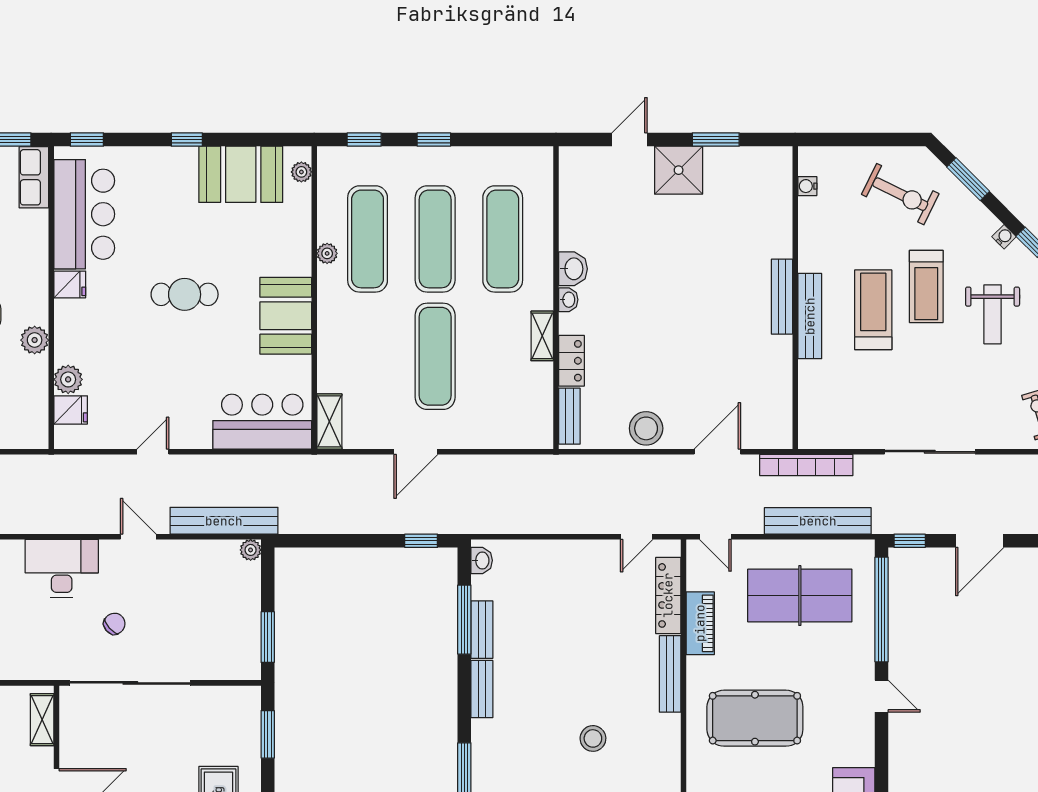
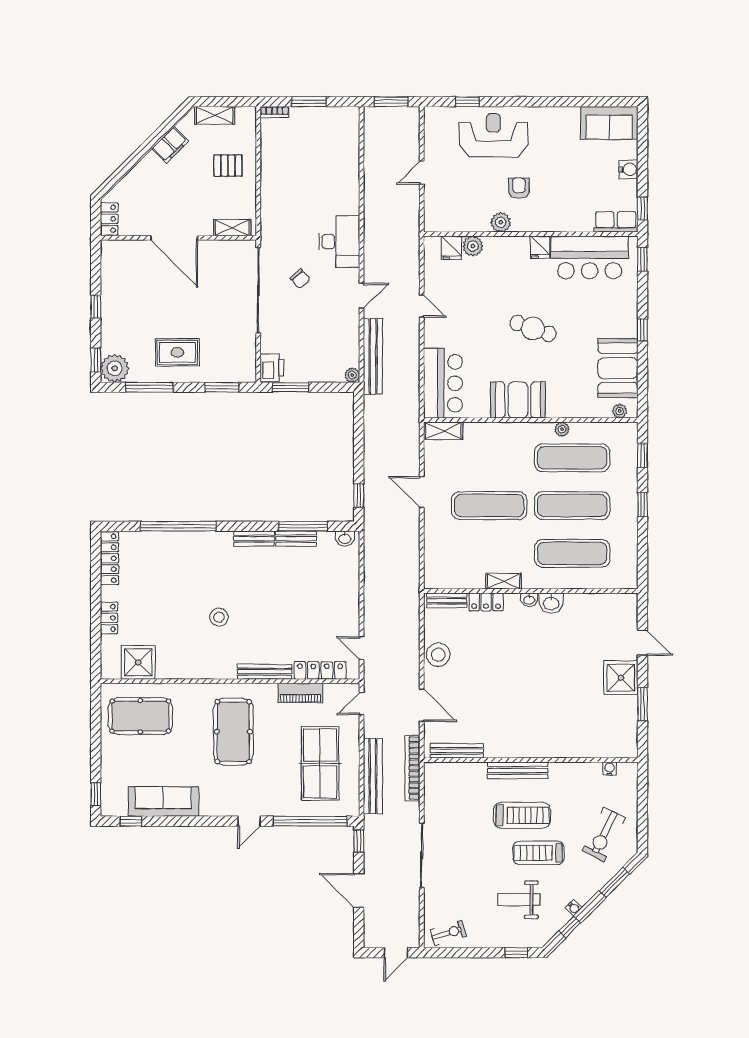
cafe table: (185, 294) -> (533, 328), turned -71
bench: (782, 297) -> (457, 751), moved
printer: (240, 664) -> (272, 368), added

